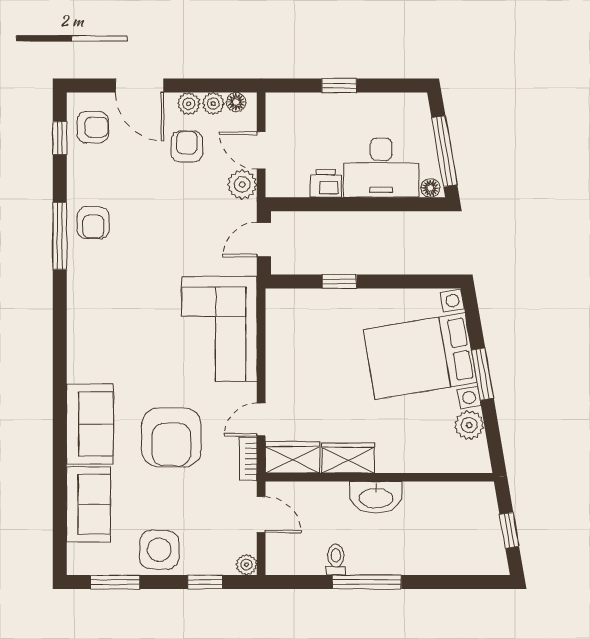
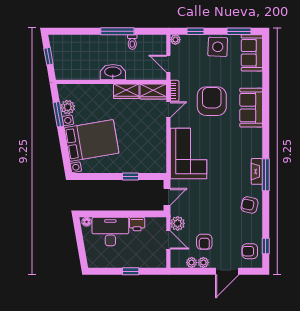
door: (140, 86) -> (227, 271), swing flipped
floor lamp: (236, 102) -> (180, 263), removed
window: (444, 151) -> (80, 240), removed
armchair: (93, 223) -> (250, 205), turned -78
window: (60, 236) -> (266, 175), moved
fireplace: (78, 292) -> (257, 171), added
window: (483, 374) -> (58, 114), moved
sofa: (88, 504) -> (252, 53), moved

